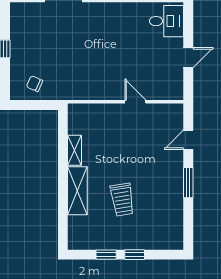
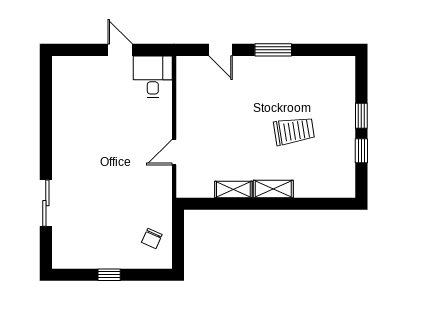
desk: (167, 21) -> (153, 77), moved
door: (135, 102) -> (174, 152), moved
shelving: (77, 191) -> (273, 189), width x0.67, depth x0.75

